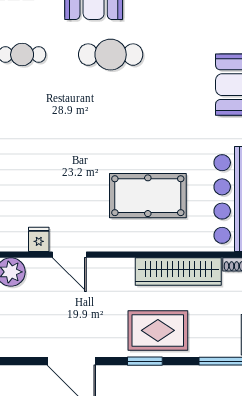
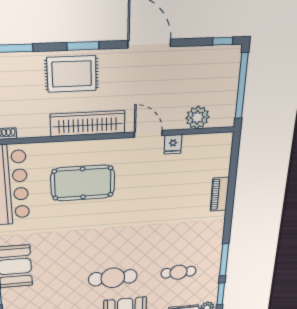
wardrobe: (178, 271) -> (88, 123), moved

